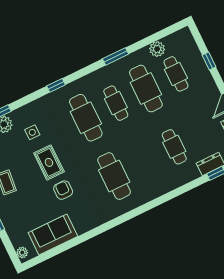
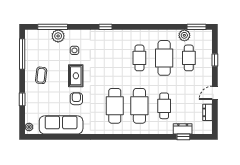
window: (116, 56) -> (196, 27), moved
cafe table: (86, 118) -> (139, 106), moved
sofa: (53, 234) -> (61, 125), width x1.36

